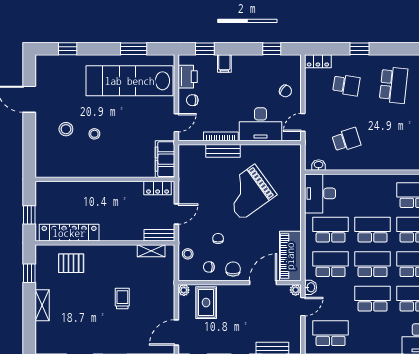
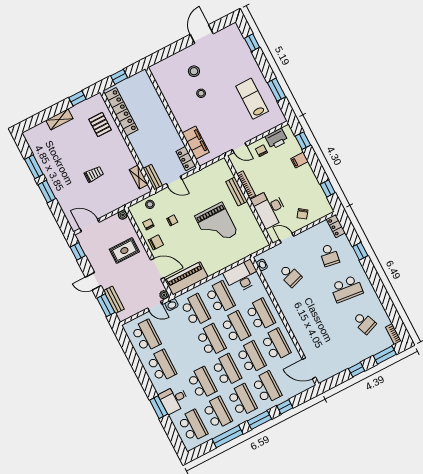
lab bench: (130, 81) -> (252, 99), width x0.54, depth x0.72
filing cabinet: (165, 159) -> (196, 143), moved, turned 90
grand piano: (248, 192) -> (216, 225), turned -144
school desk: (373, 195) -> (260, 315), added
school desk: (373, 299) -> (162, 366), moved
rug: (206, 303) -> (124, 251), moved

